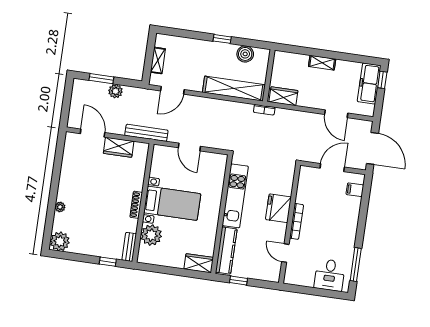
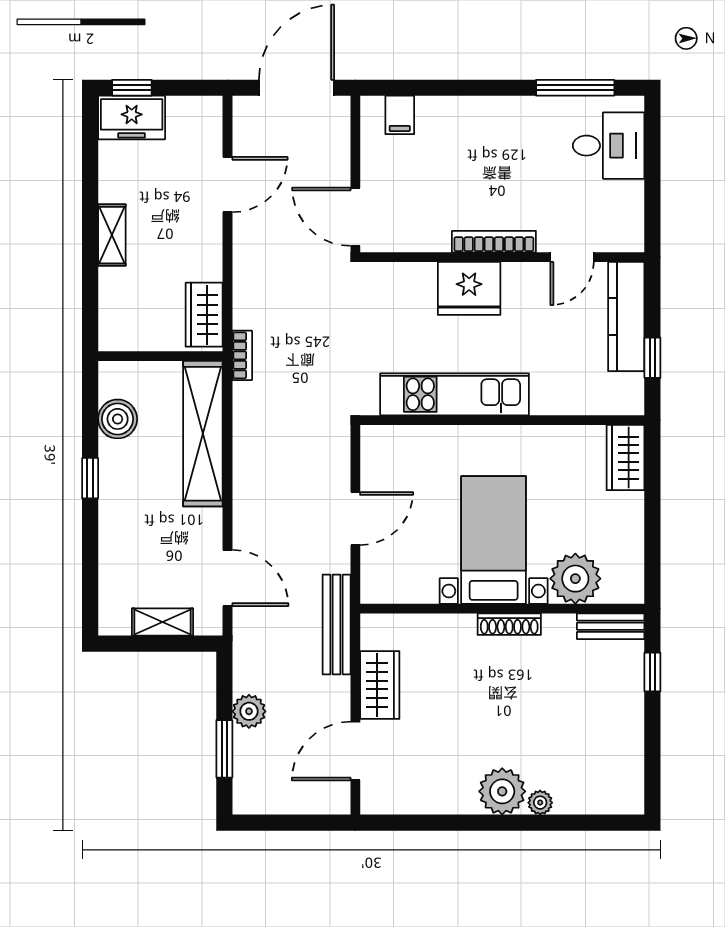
freezer: (369, 83) -> (132, 118), width x0.71
door: (332, 168) -> (355, 217), moved
plant: (60, 241) -> (502, 791), moved
kitchen counter: (226, 250) -> (626, 317), moved, turned -90

